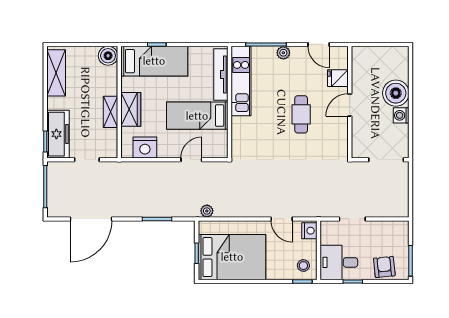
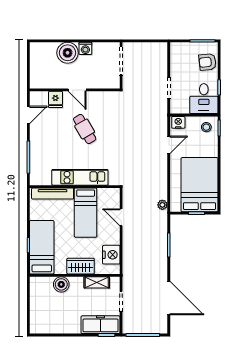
plant: (283, 53) -> (35, 143), removed
boiler: (108, 56) -> (61, 284), moved
shelving: (56, 73) -> (51, 326), removed
kitchen unit: (241, 81) -> (80, 177), moved
shelving: (111, 112) -> (97, 282), moved
cafe table: (301, 114) -> (85, 129), turned 60

